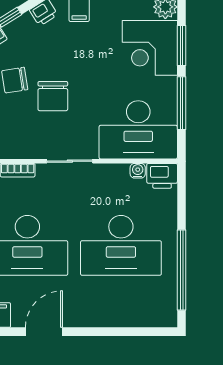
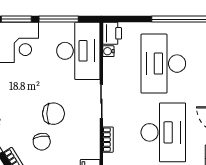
desk: (121, 245) -> (163, 64), turned 180

